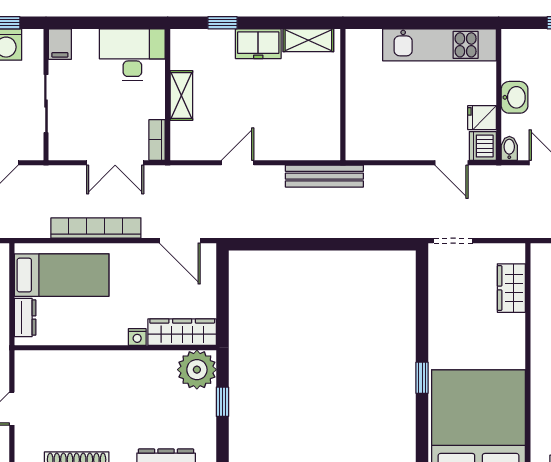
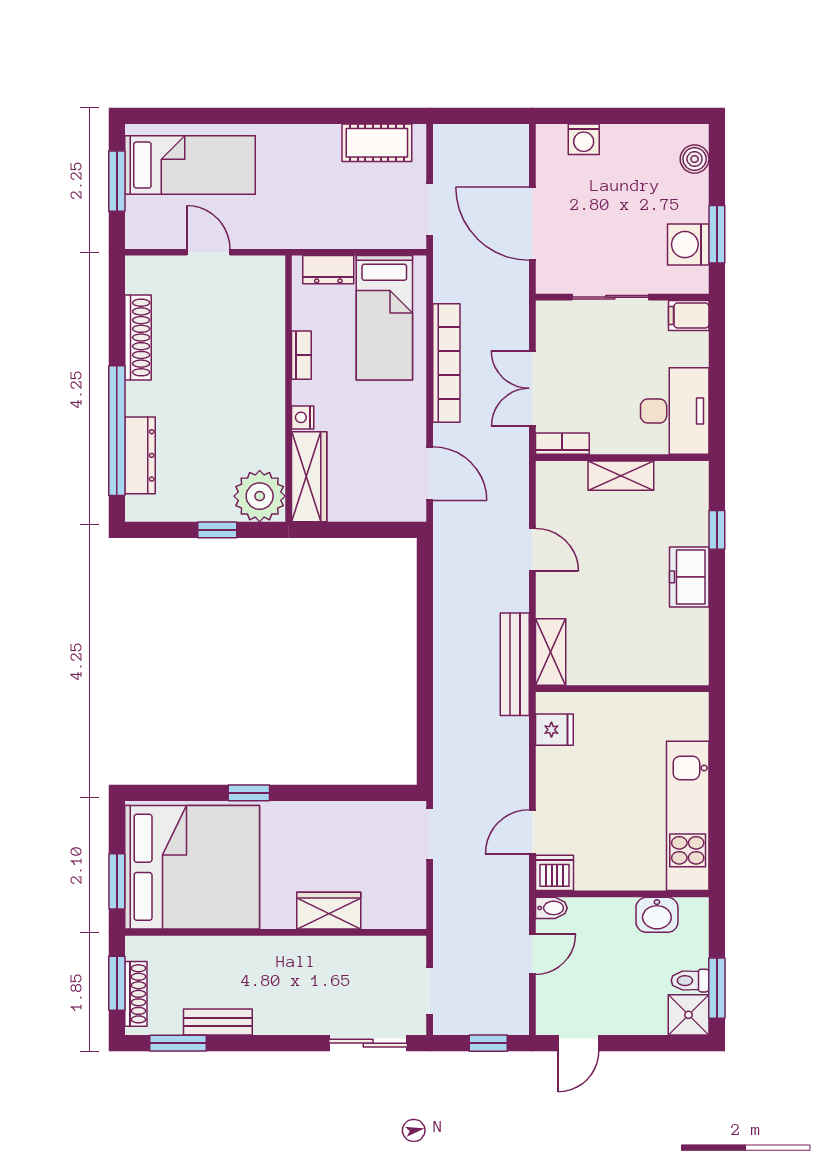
shelving: (308, 40) -> (551, 652), moved
washbasin: (515, 97) -> (657, 915), moved
fridge: (482, 118) -> (554, 730), moved, turned 90
door: (180, 241) -> (430, 474), swing flipped
wardrobe: (511, 288) -> (329, 911), moved
bookcase: (90, 338) -> (301, 355), added

